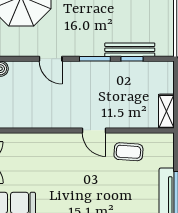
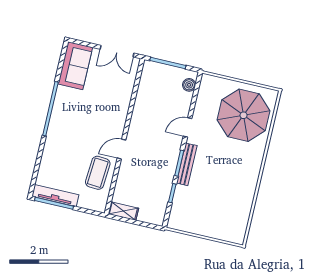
bench: (130, 50) -> (187, 164), moved
coffee table: (128, 152) -> (98, 173), width x1.36, depth x1.30

